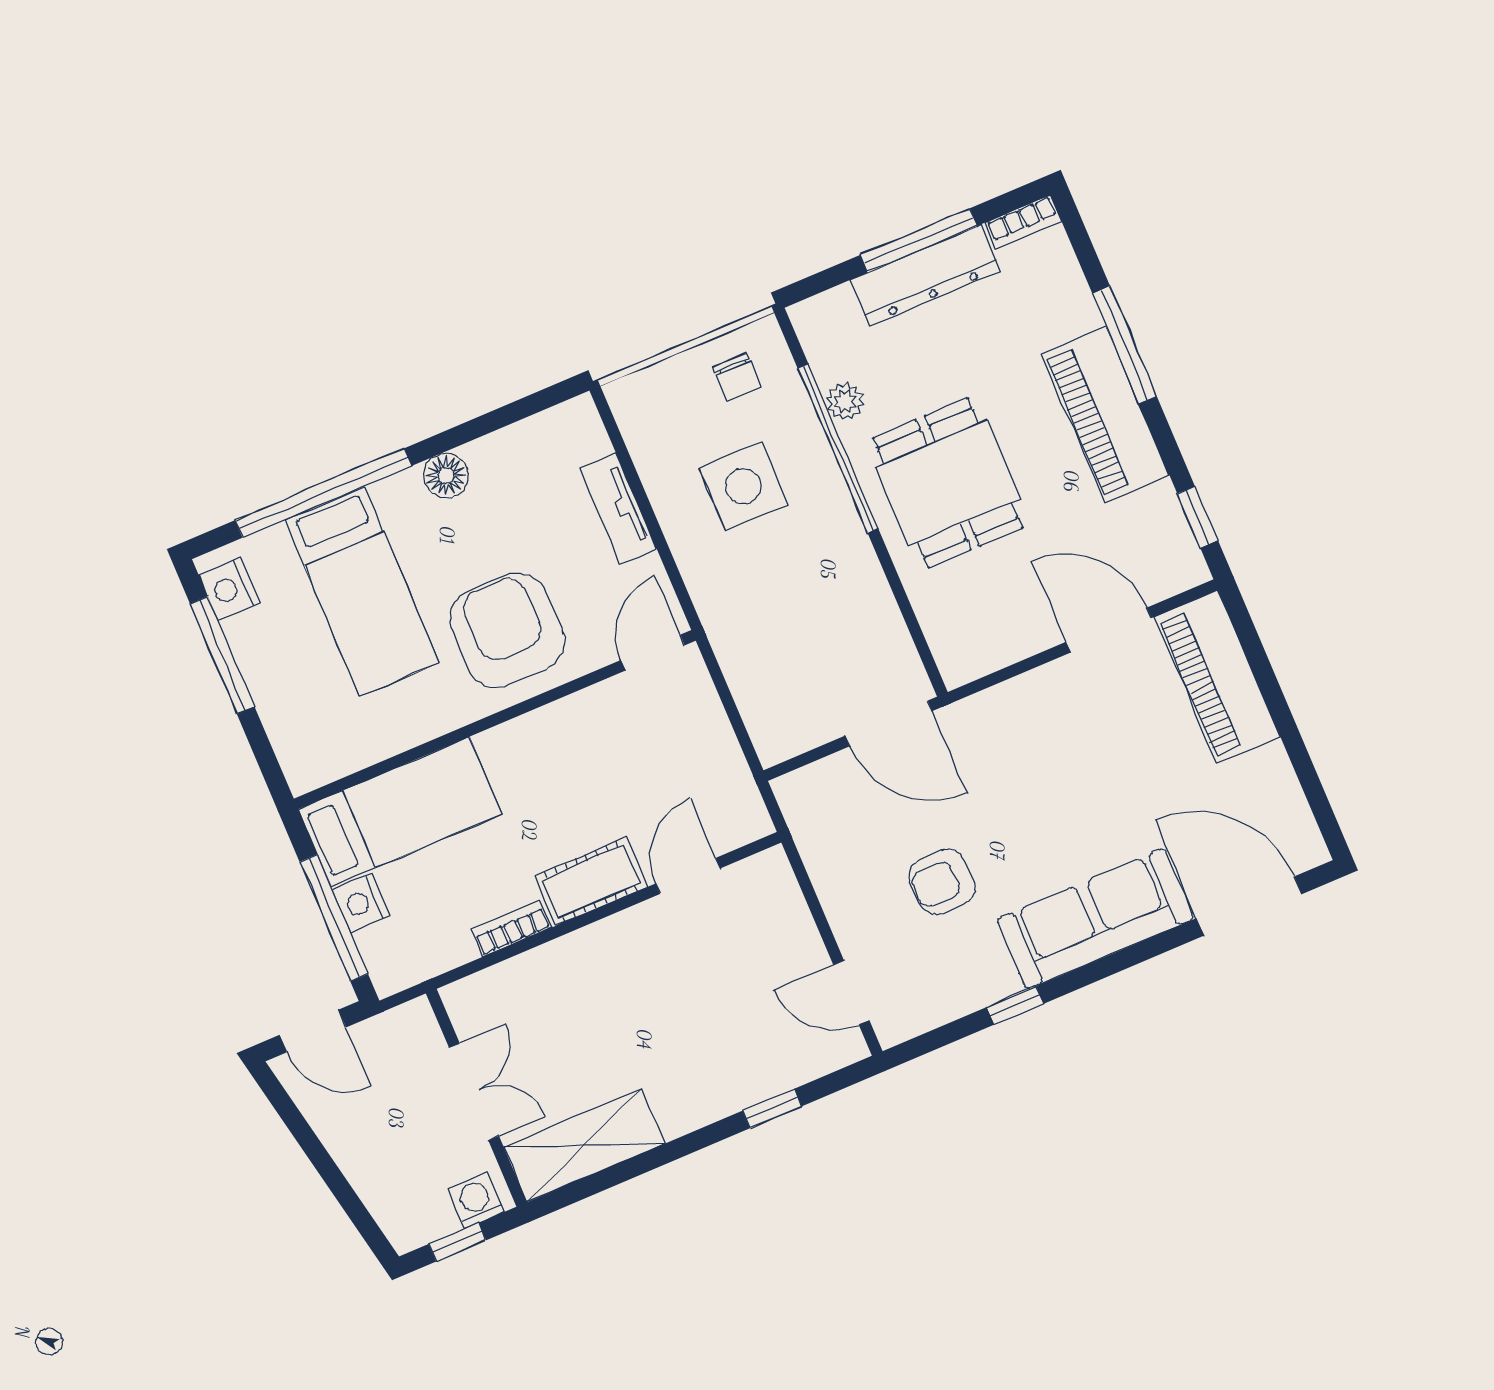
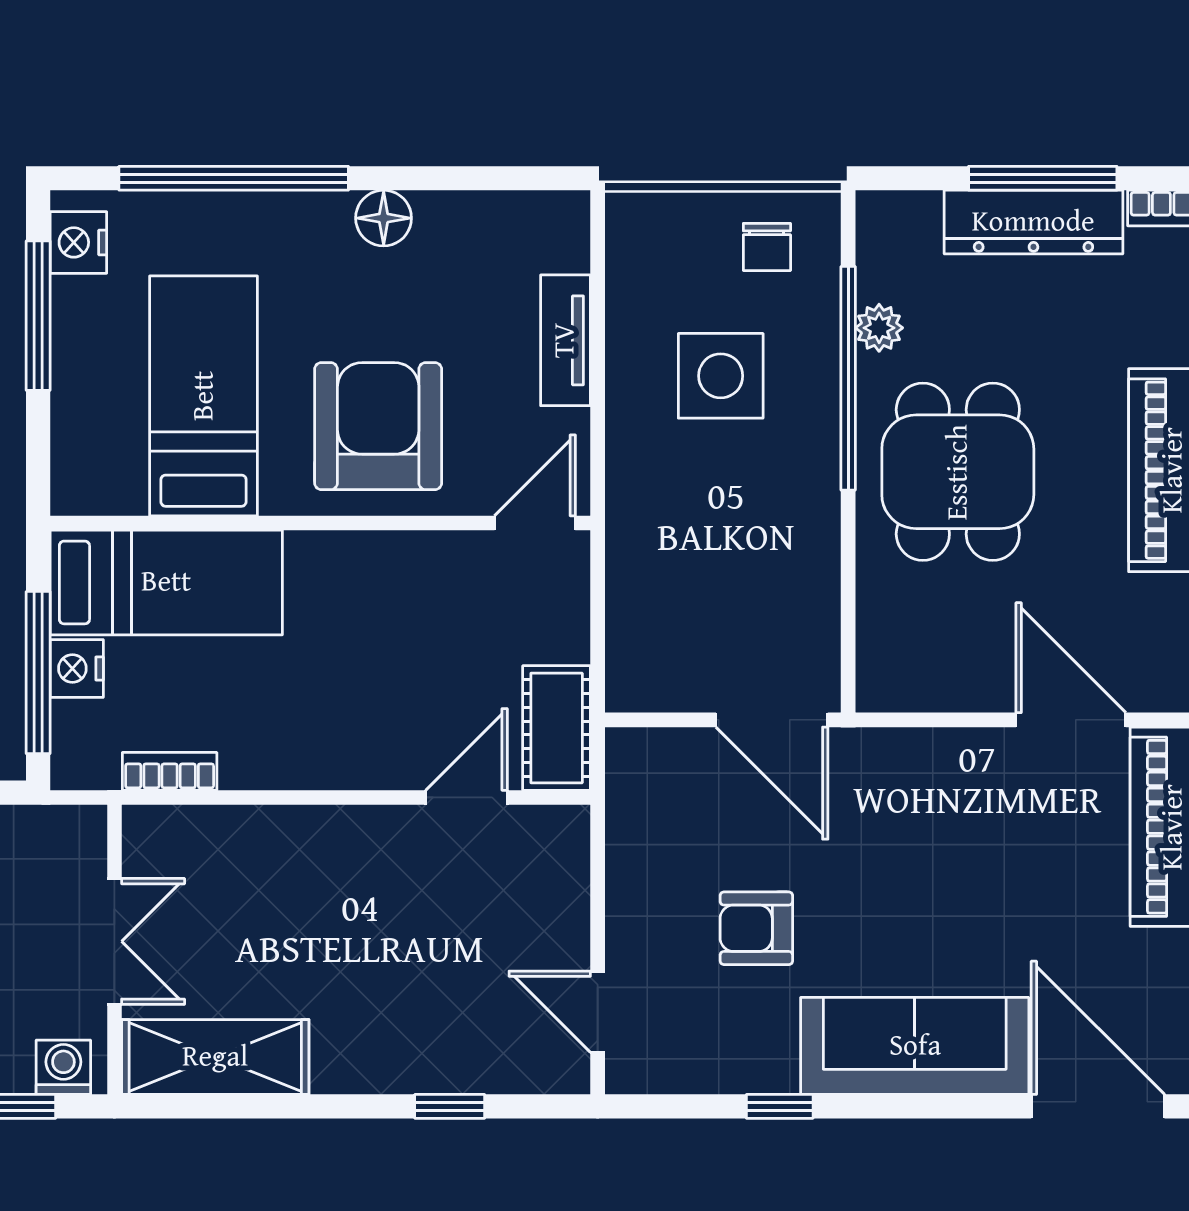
bed: (362, 591) -> (204, 396), moved, turned 180
cot: (591, 882) -> (557, 728), moved, turned 90
bookcase: (511, 928) -> (170, 771), moved

